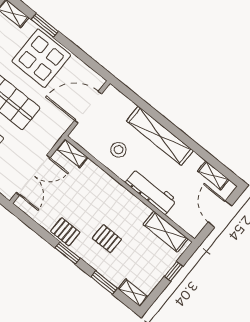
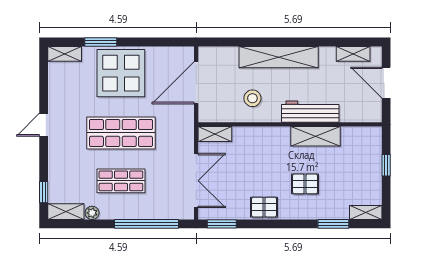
shelving: (166, 232) -> (316, 136), moved
window: (68, 253) -> (222, 224), moved

